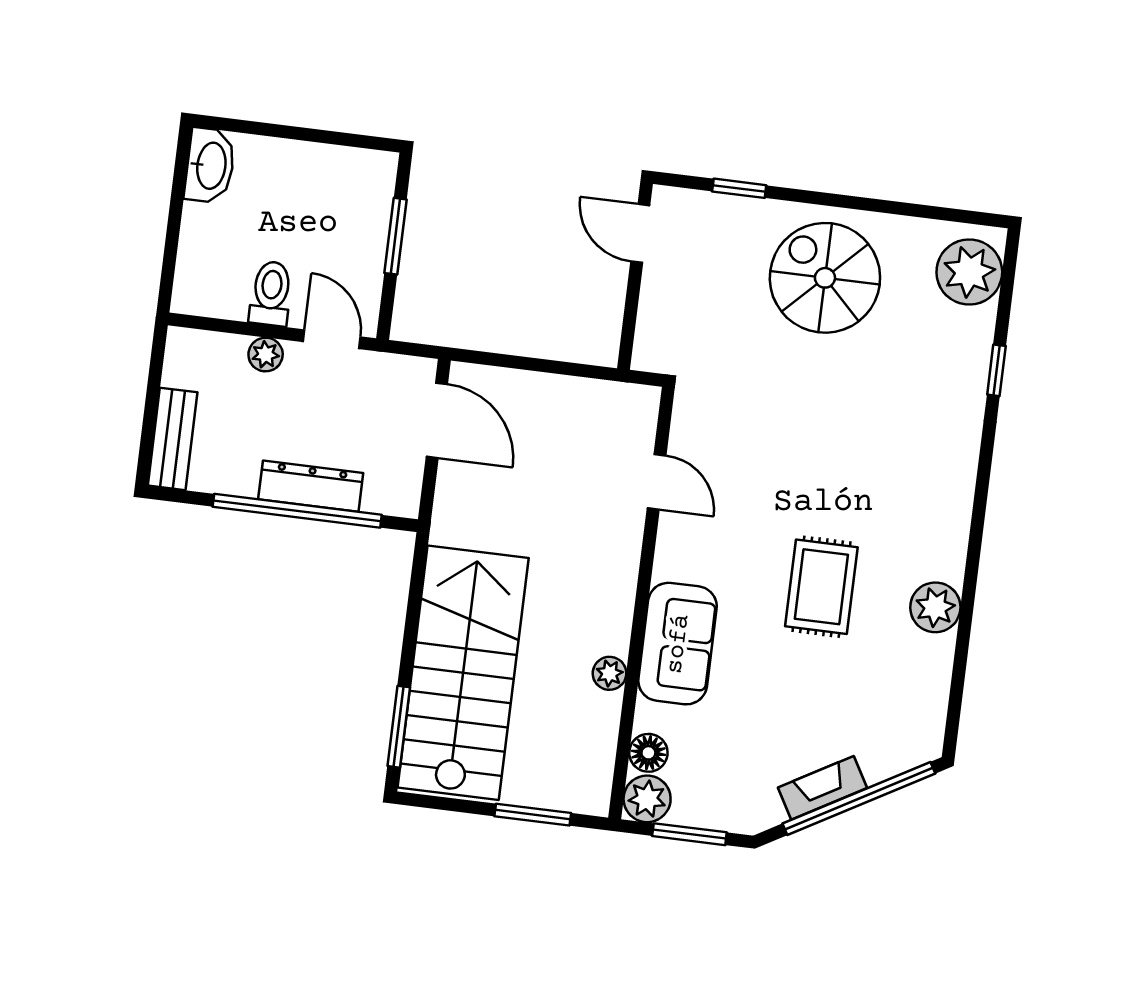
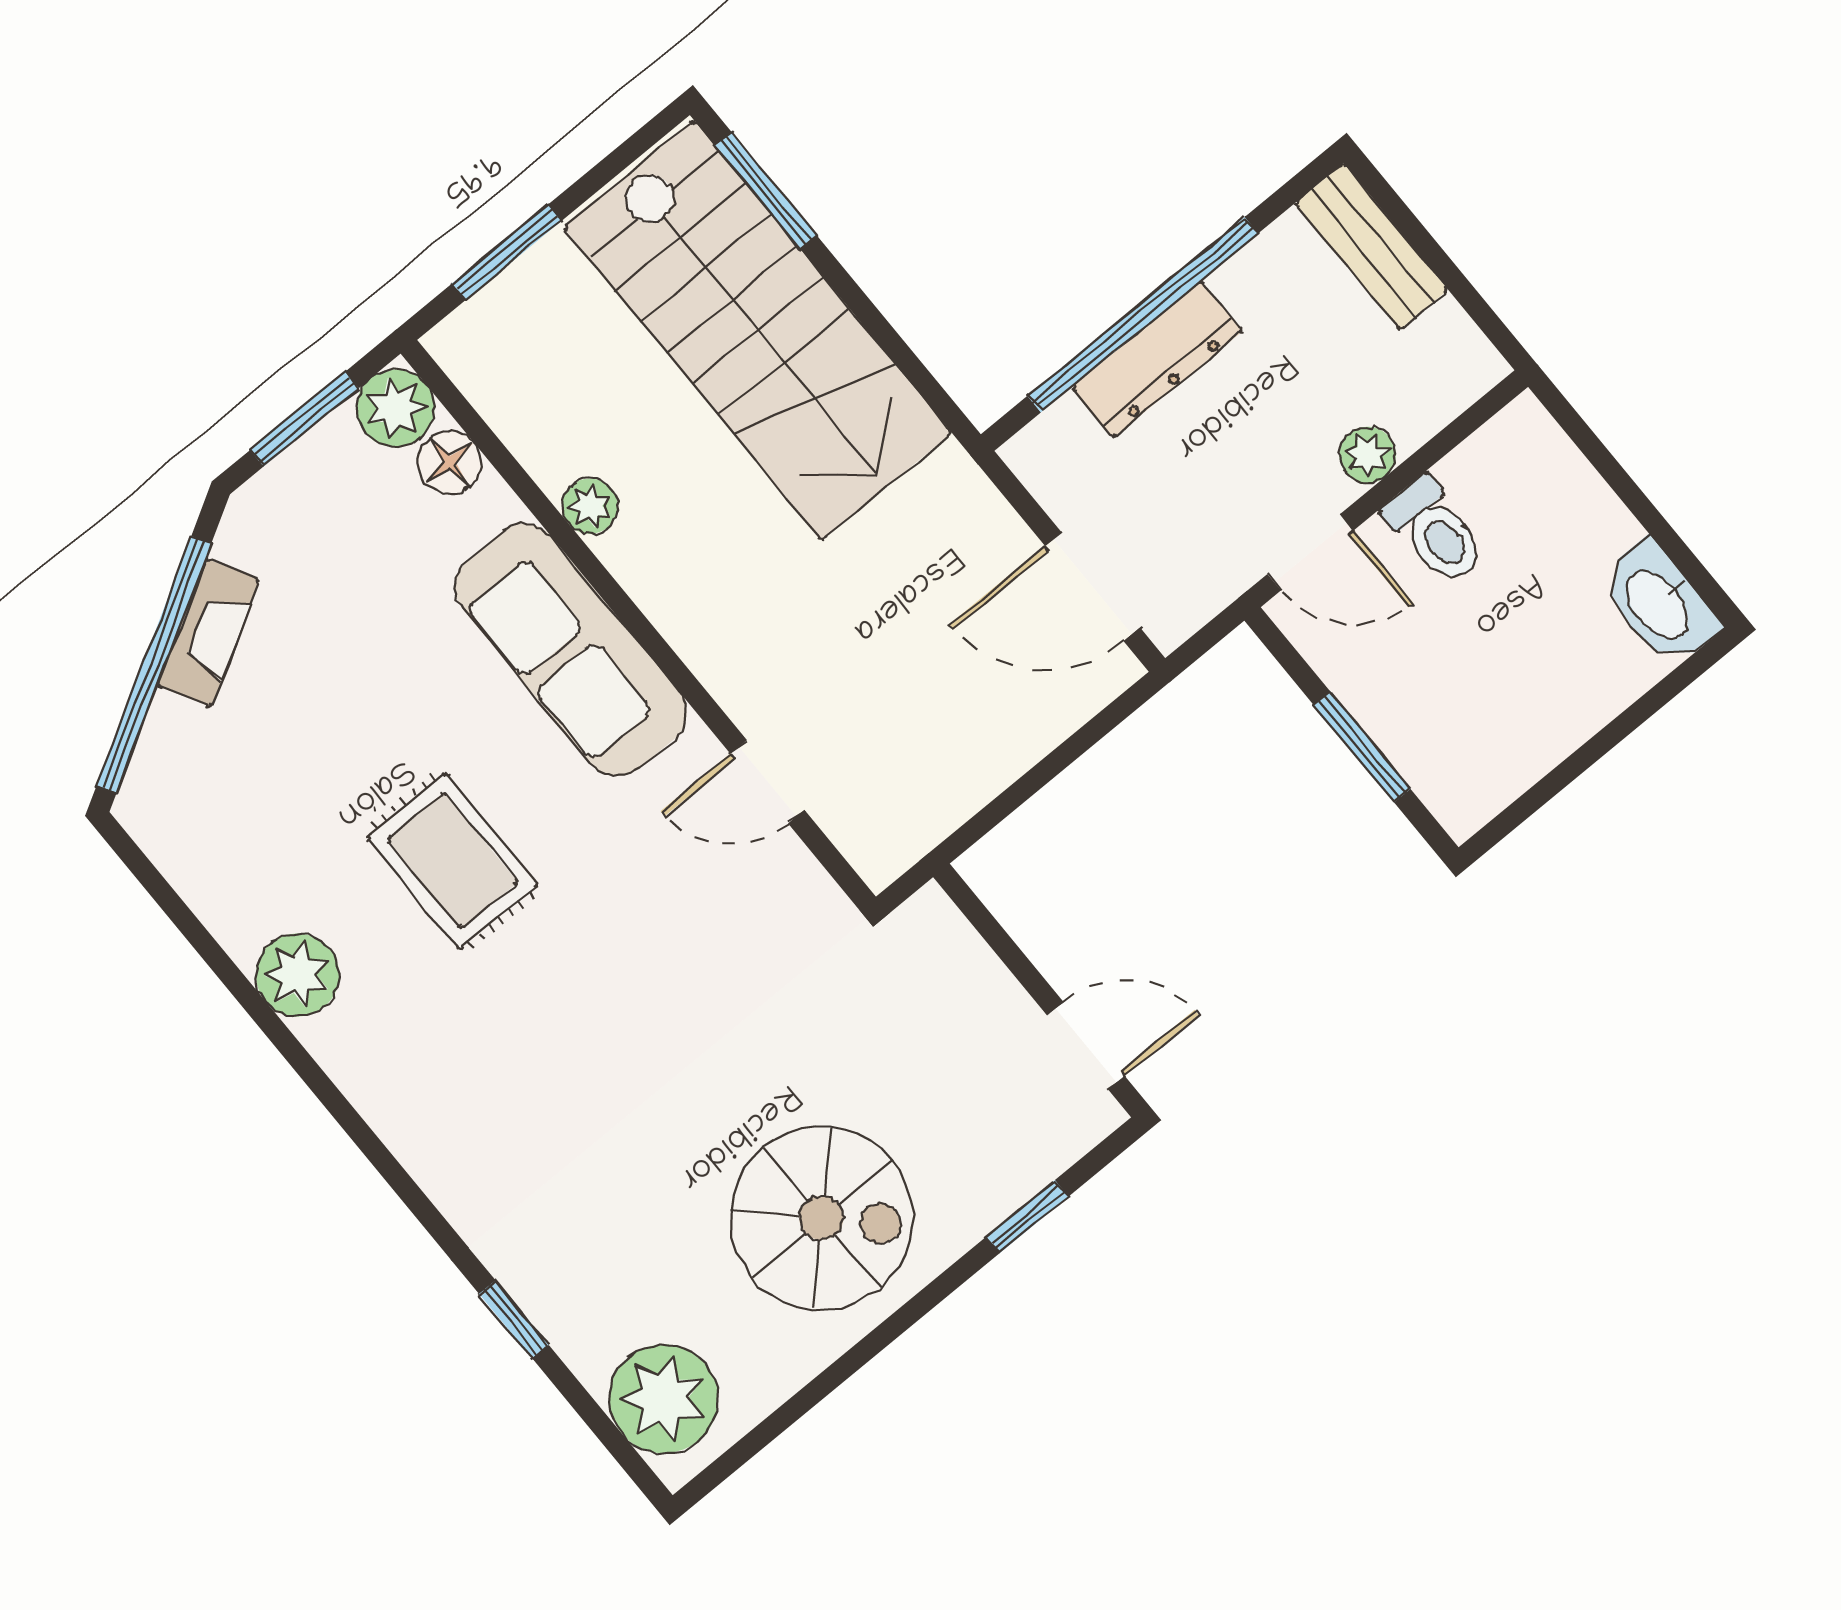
sofa: (678, 644) -> (571, 650), width x1.36

